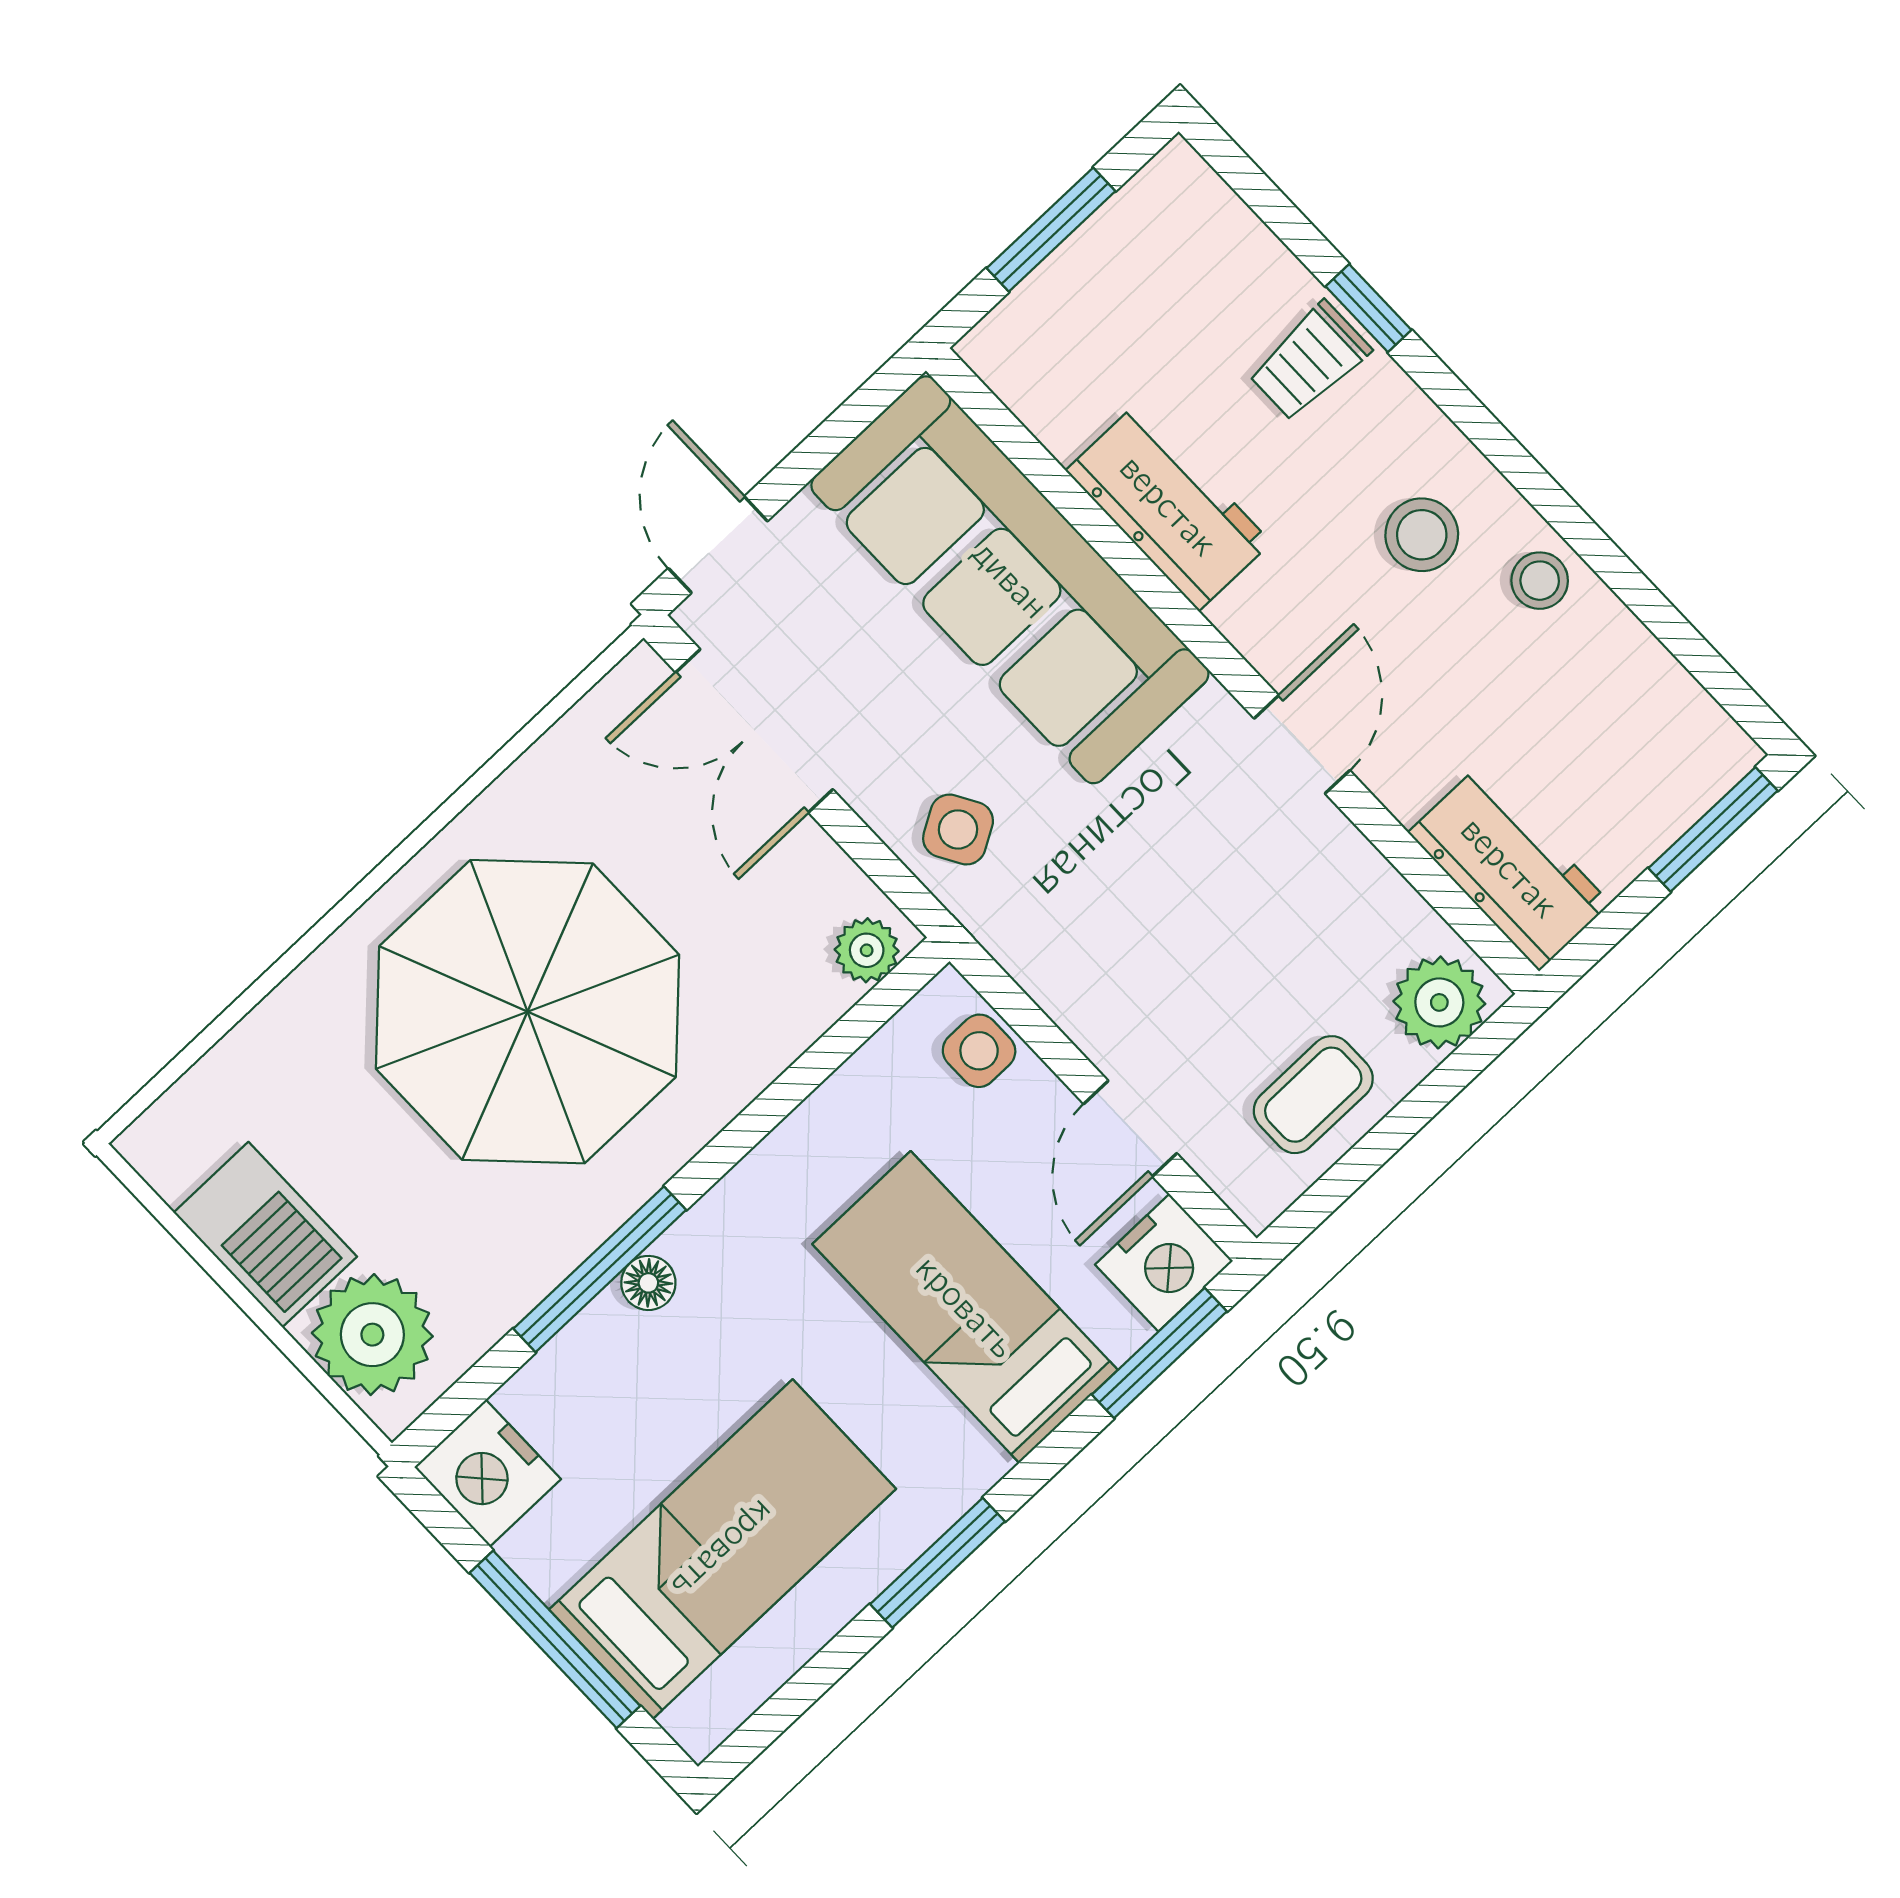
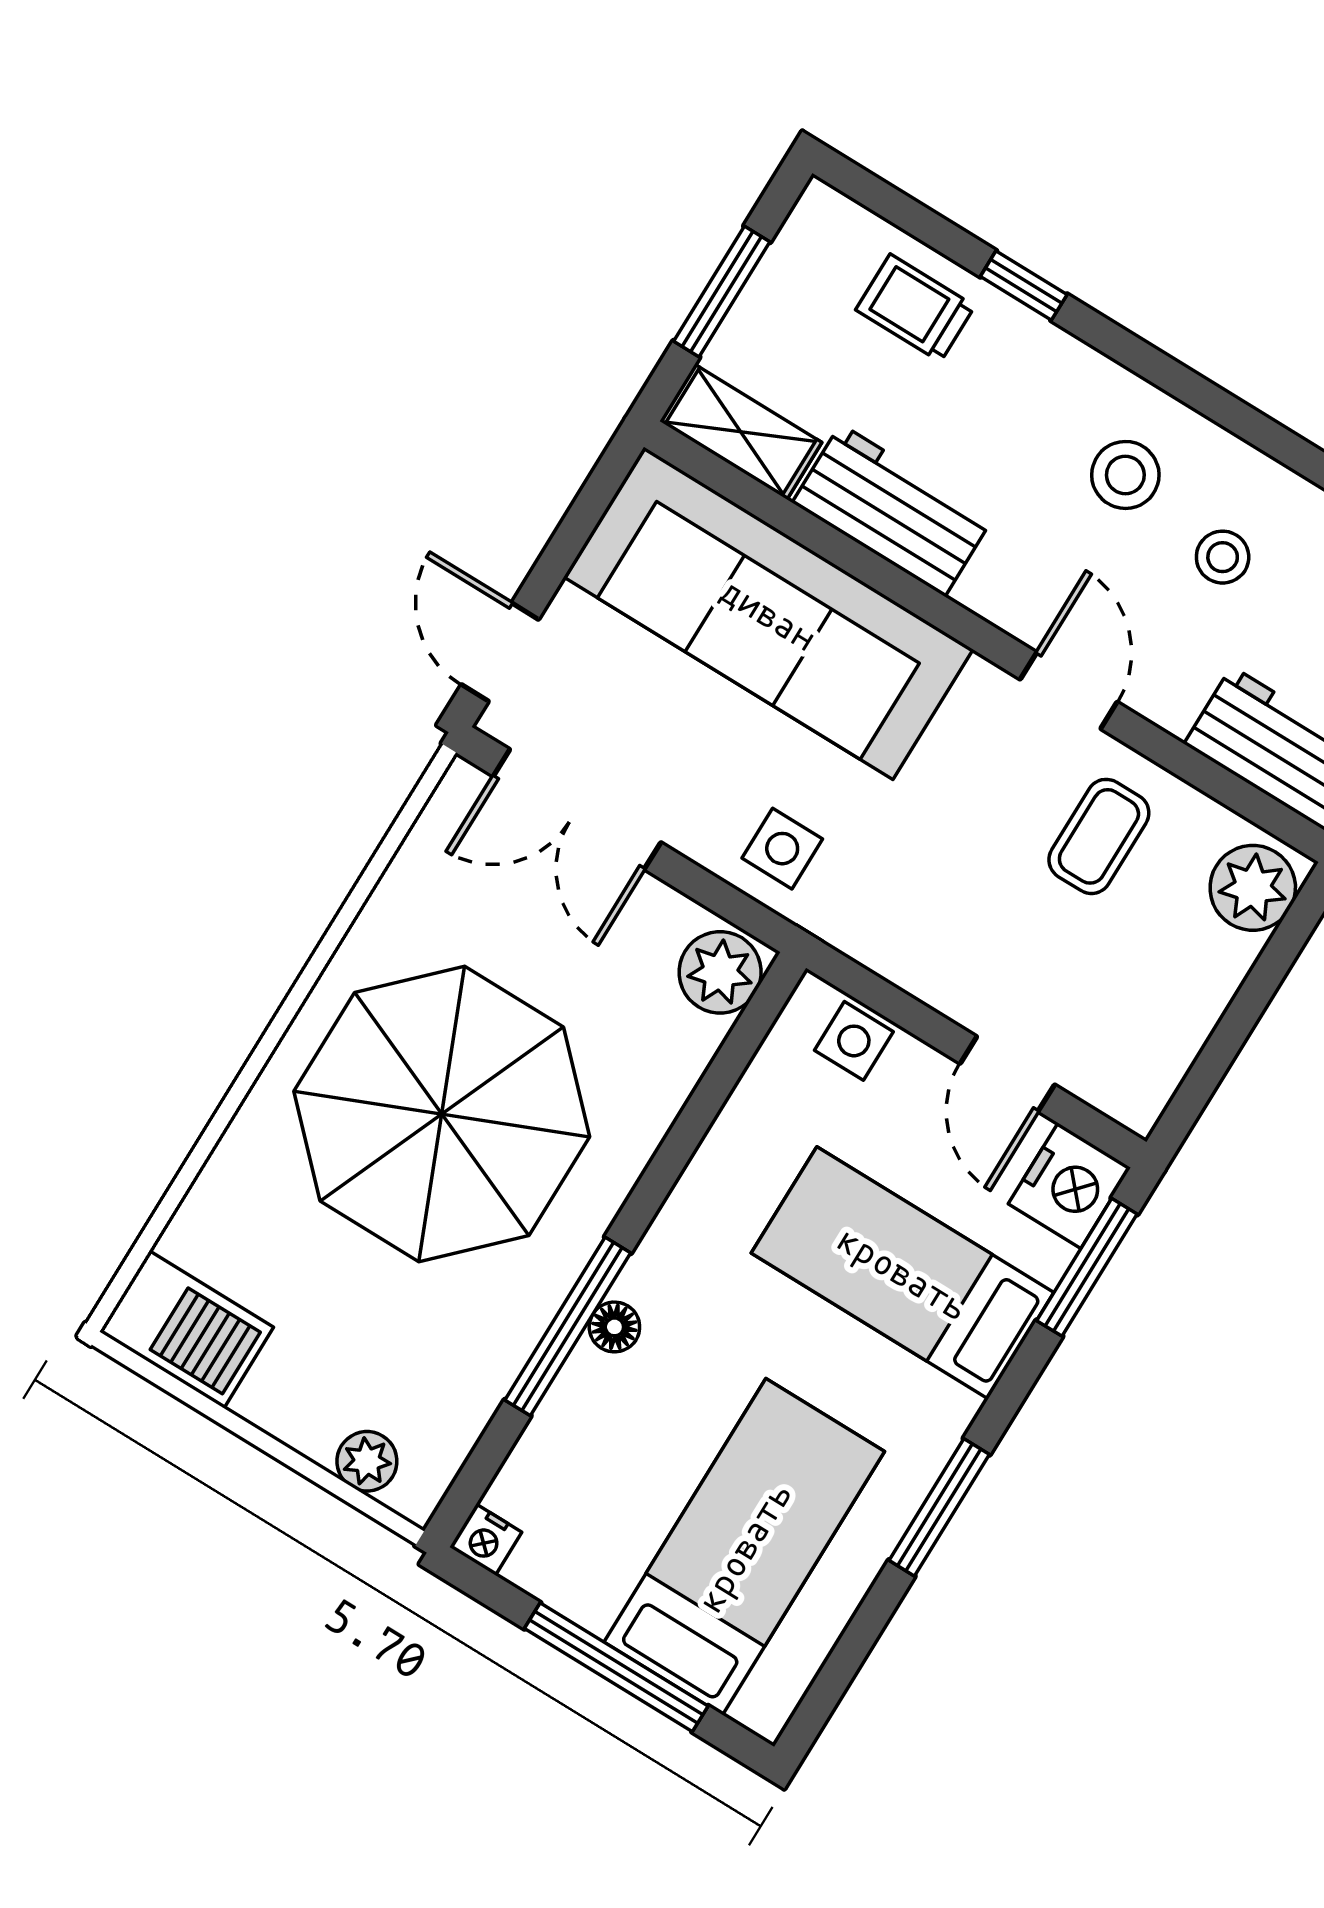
trolley: (1310, 361) -> (915, 308), moved, turned 90
shelving: (1031, 382) -> (741, 432), added
stool: (1540, 581) -> (1223, 557), moved
side table: (958, 829) -> (782, 849), turned 30
plant: (867, 950) -> (720, 972), width x1.38, depth x1.38
coffee table: (1313, 1095) -> (1099, 836), moved
barbecue: (265, 1235) -> (187, 1329), moved
plant: (372, 1335) -> (367, 1461), width x0.53, depth x0.53
nightstand: (488, 1473) -> (486, 1540), width x0.53, depth x0.56

